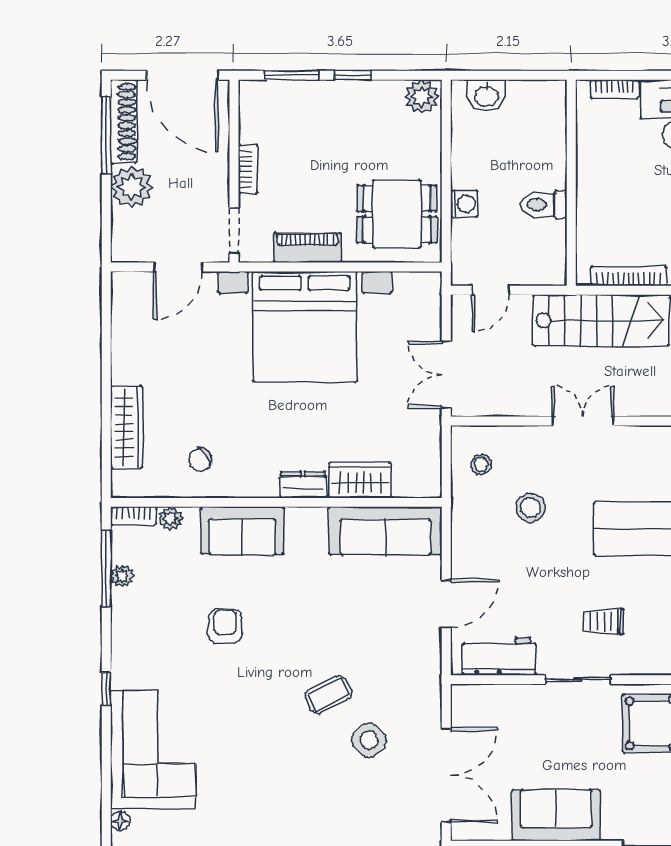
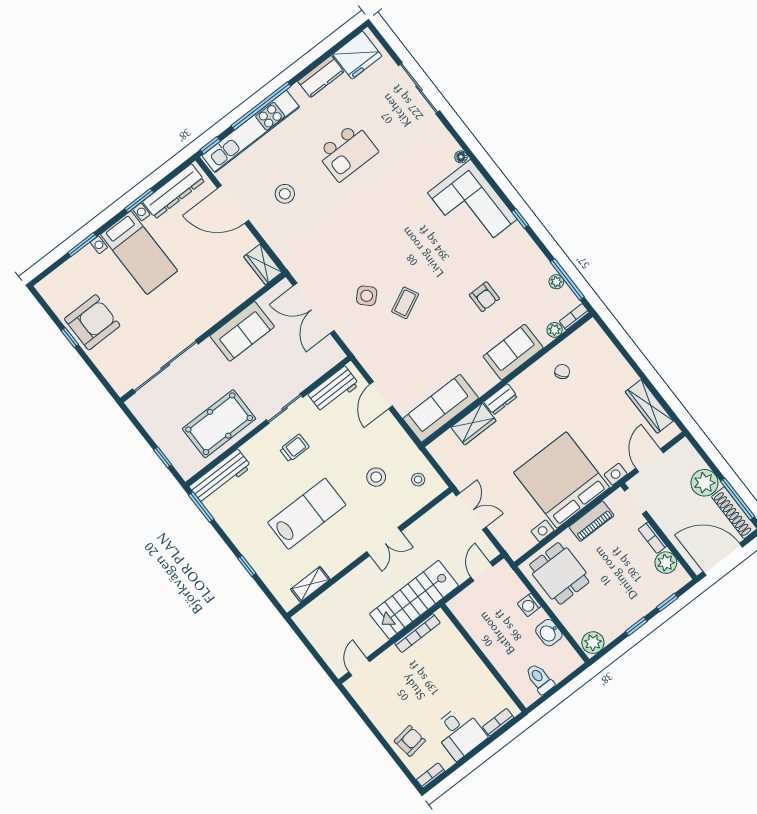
window: (292, 75) -> (667, 602), width x0.67
washbasin: (487, 95) -> (549, 633), moved, turned -90
plant: (255, 125) -> (666, 563), added
toilet: (544, 204) -> (540, 679), moved, turned -90
dining table: (397, 214) -> (559, 573), turned 90
wardrobe: (127, 427) -> (649, 406), moved

